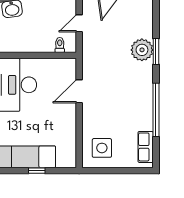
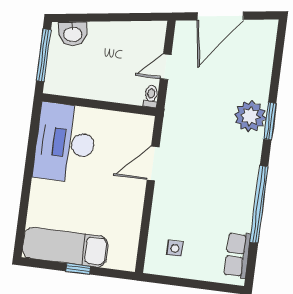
toilet: (60, 45) -> (151, 96), moved
side table: (102, 148) -> (175, 248), width x0.54, depth x0.54

